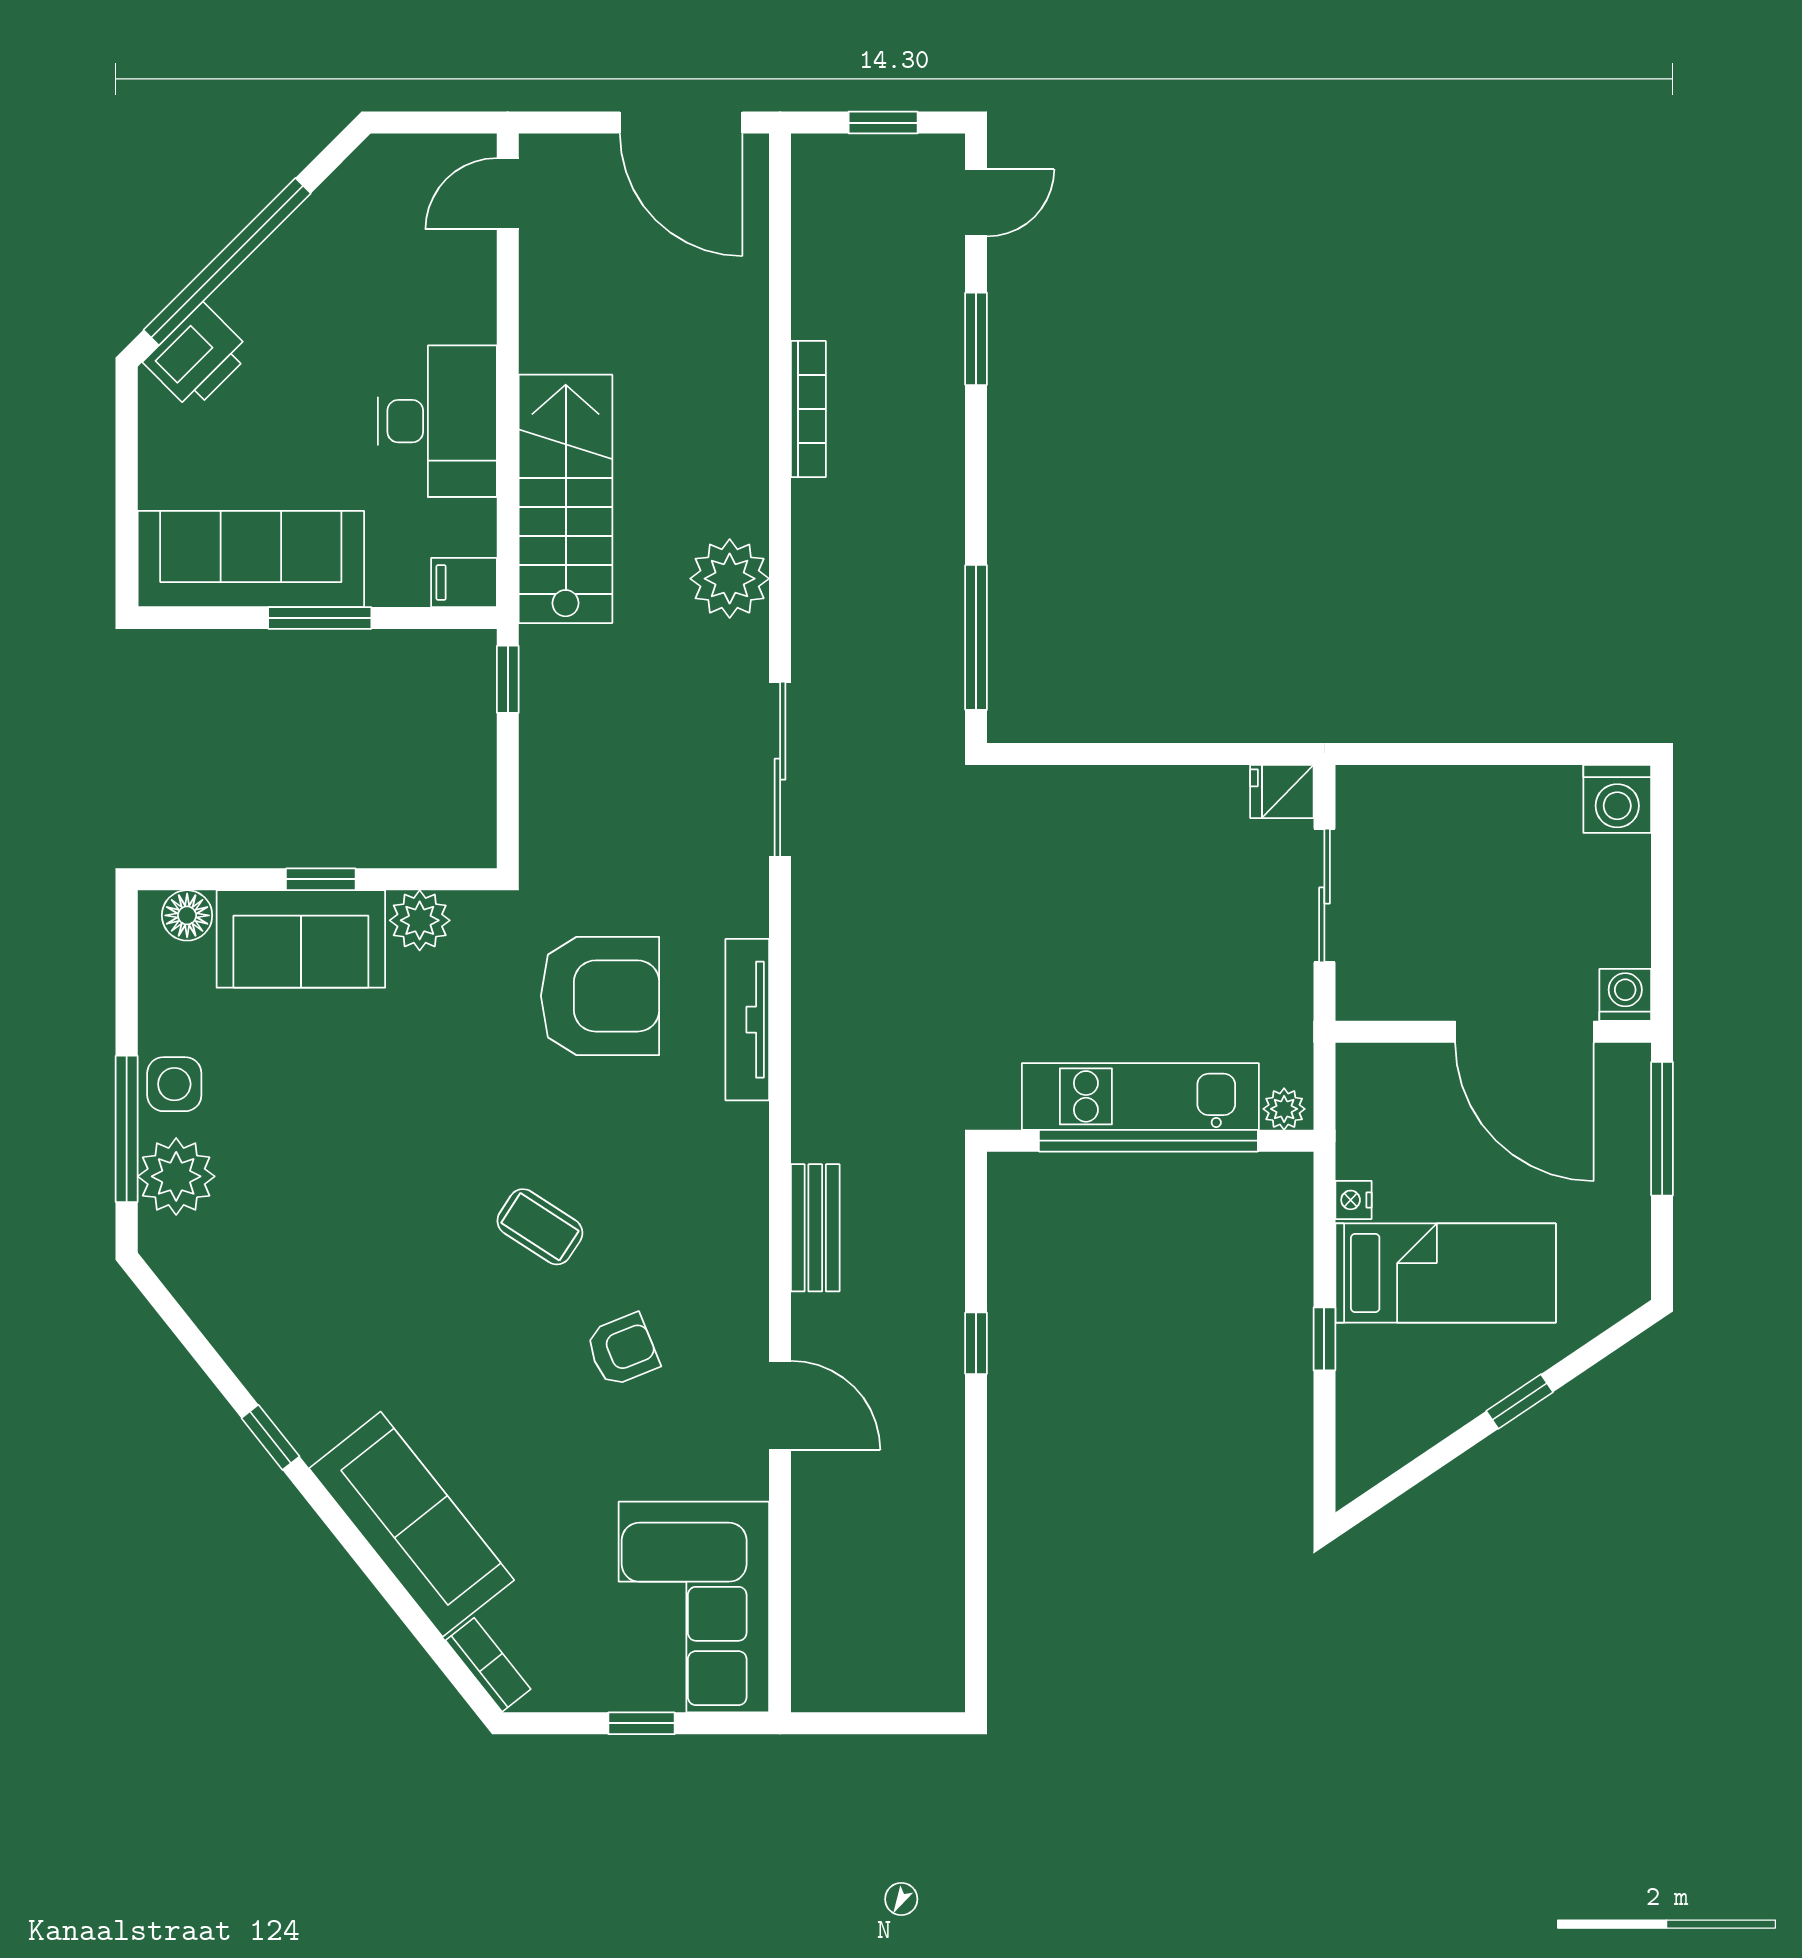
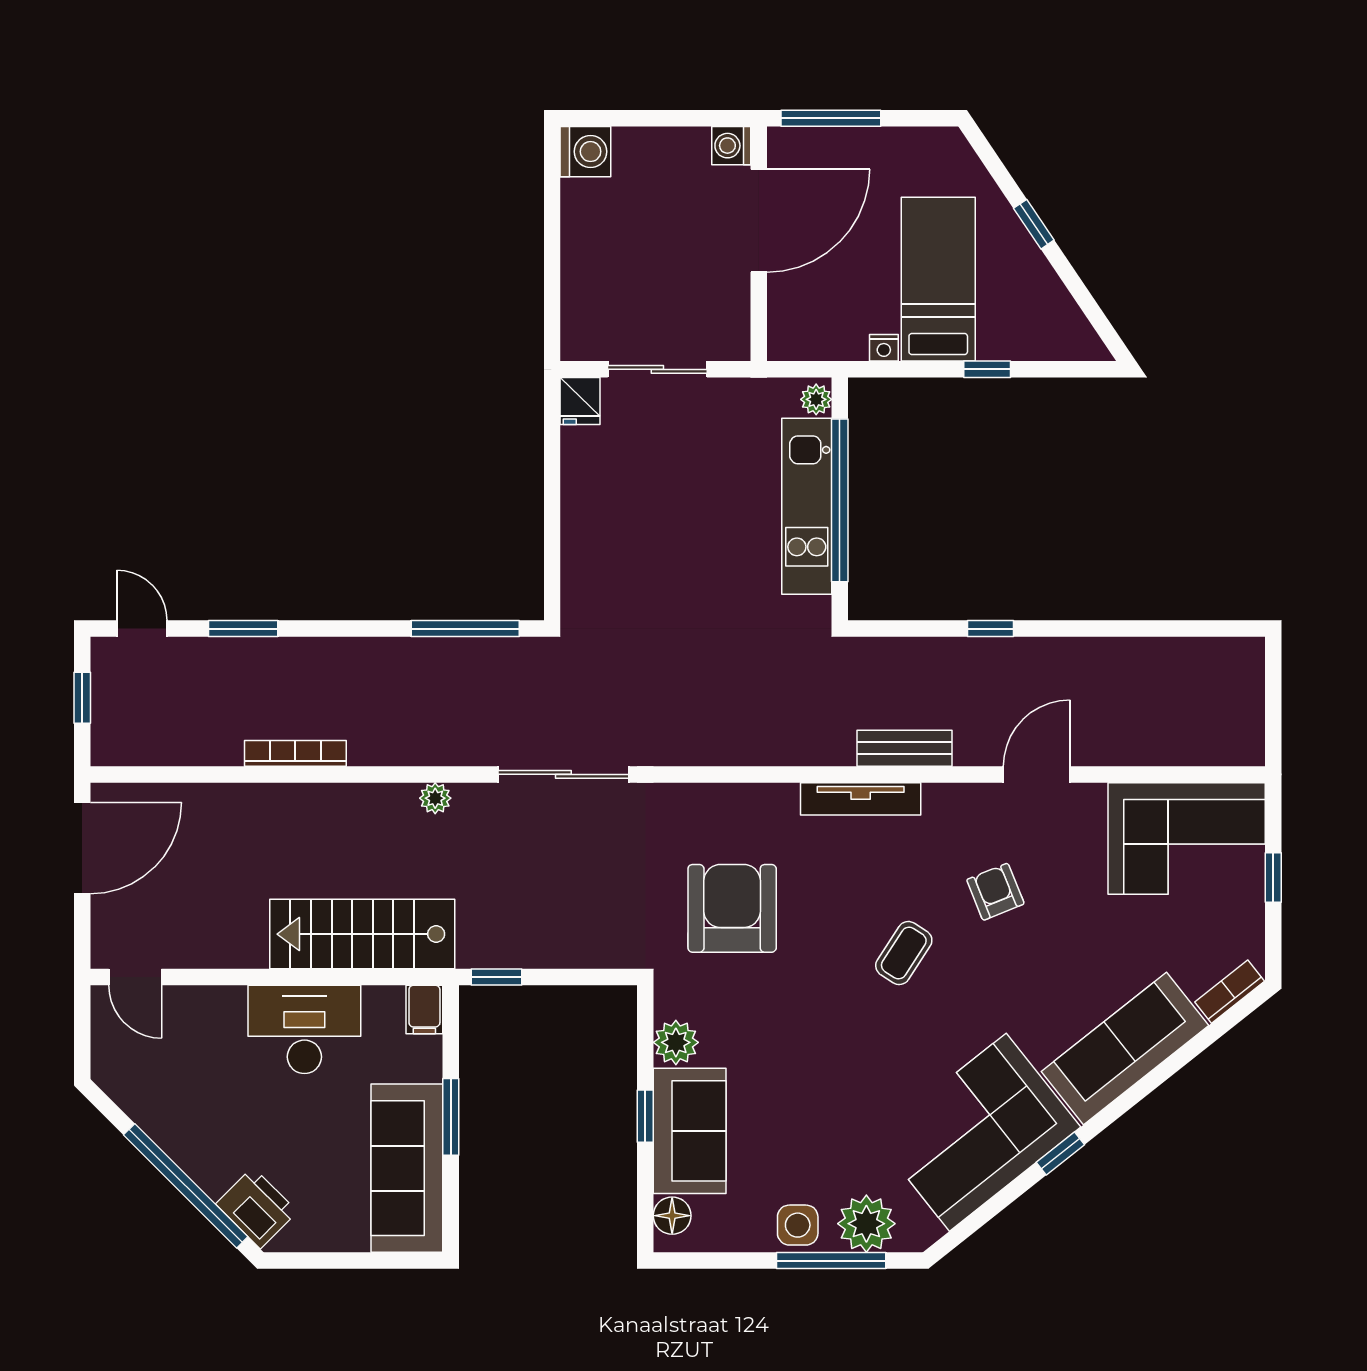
plant: (730, 579) -> (435, 798), width x0.53, depth x0.53
tv unit: (747, 1020) -> (861, 799), moved
corner sofa: (299, 1326) -> (978, 1132), added

